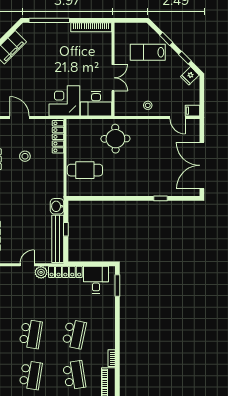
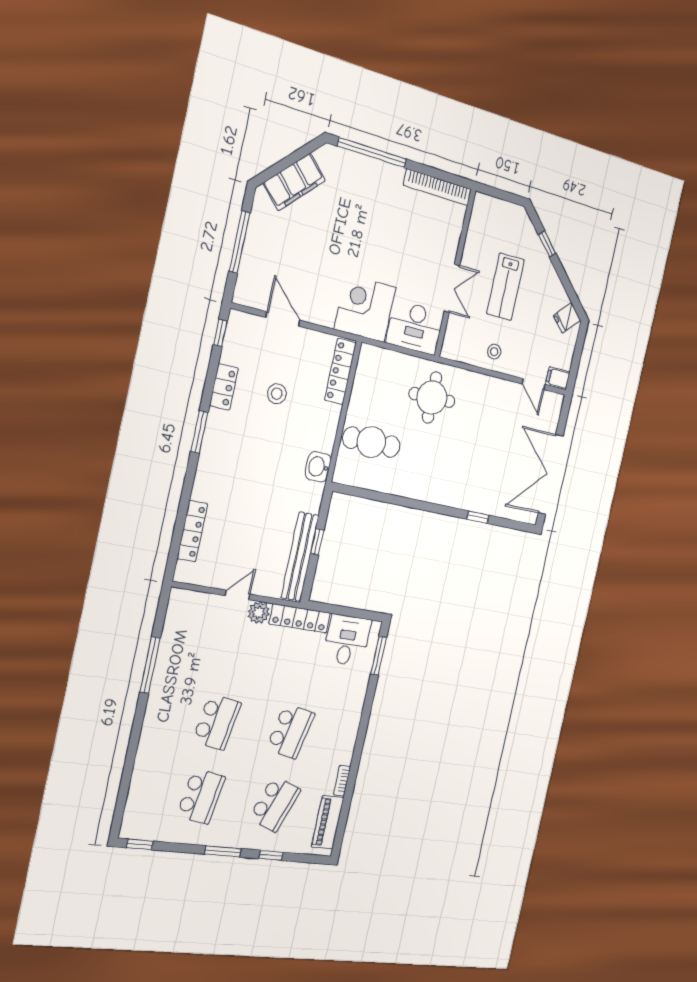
lab bench: (148, 52) -> (506, 287), moved, turned -90
window: (185, 58) -> (567, 284), removed
washbasin: (57, 206) -> (318, 467), moved
school desk: (74, 375) -> (275, 804), turned 30

